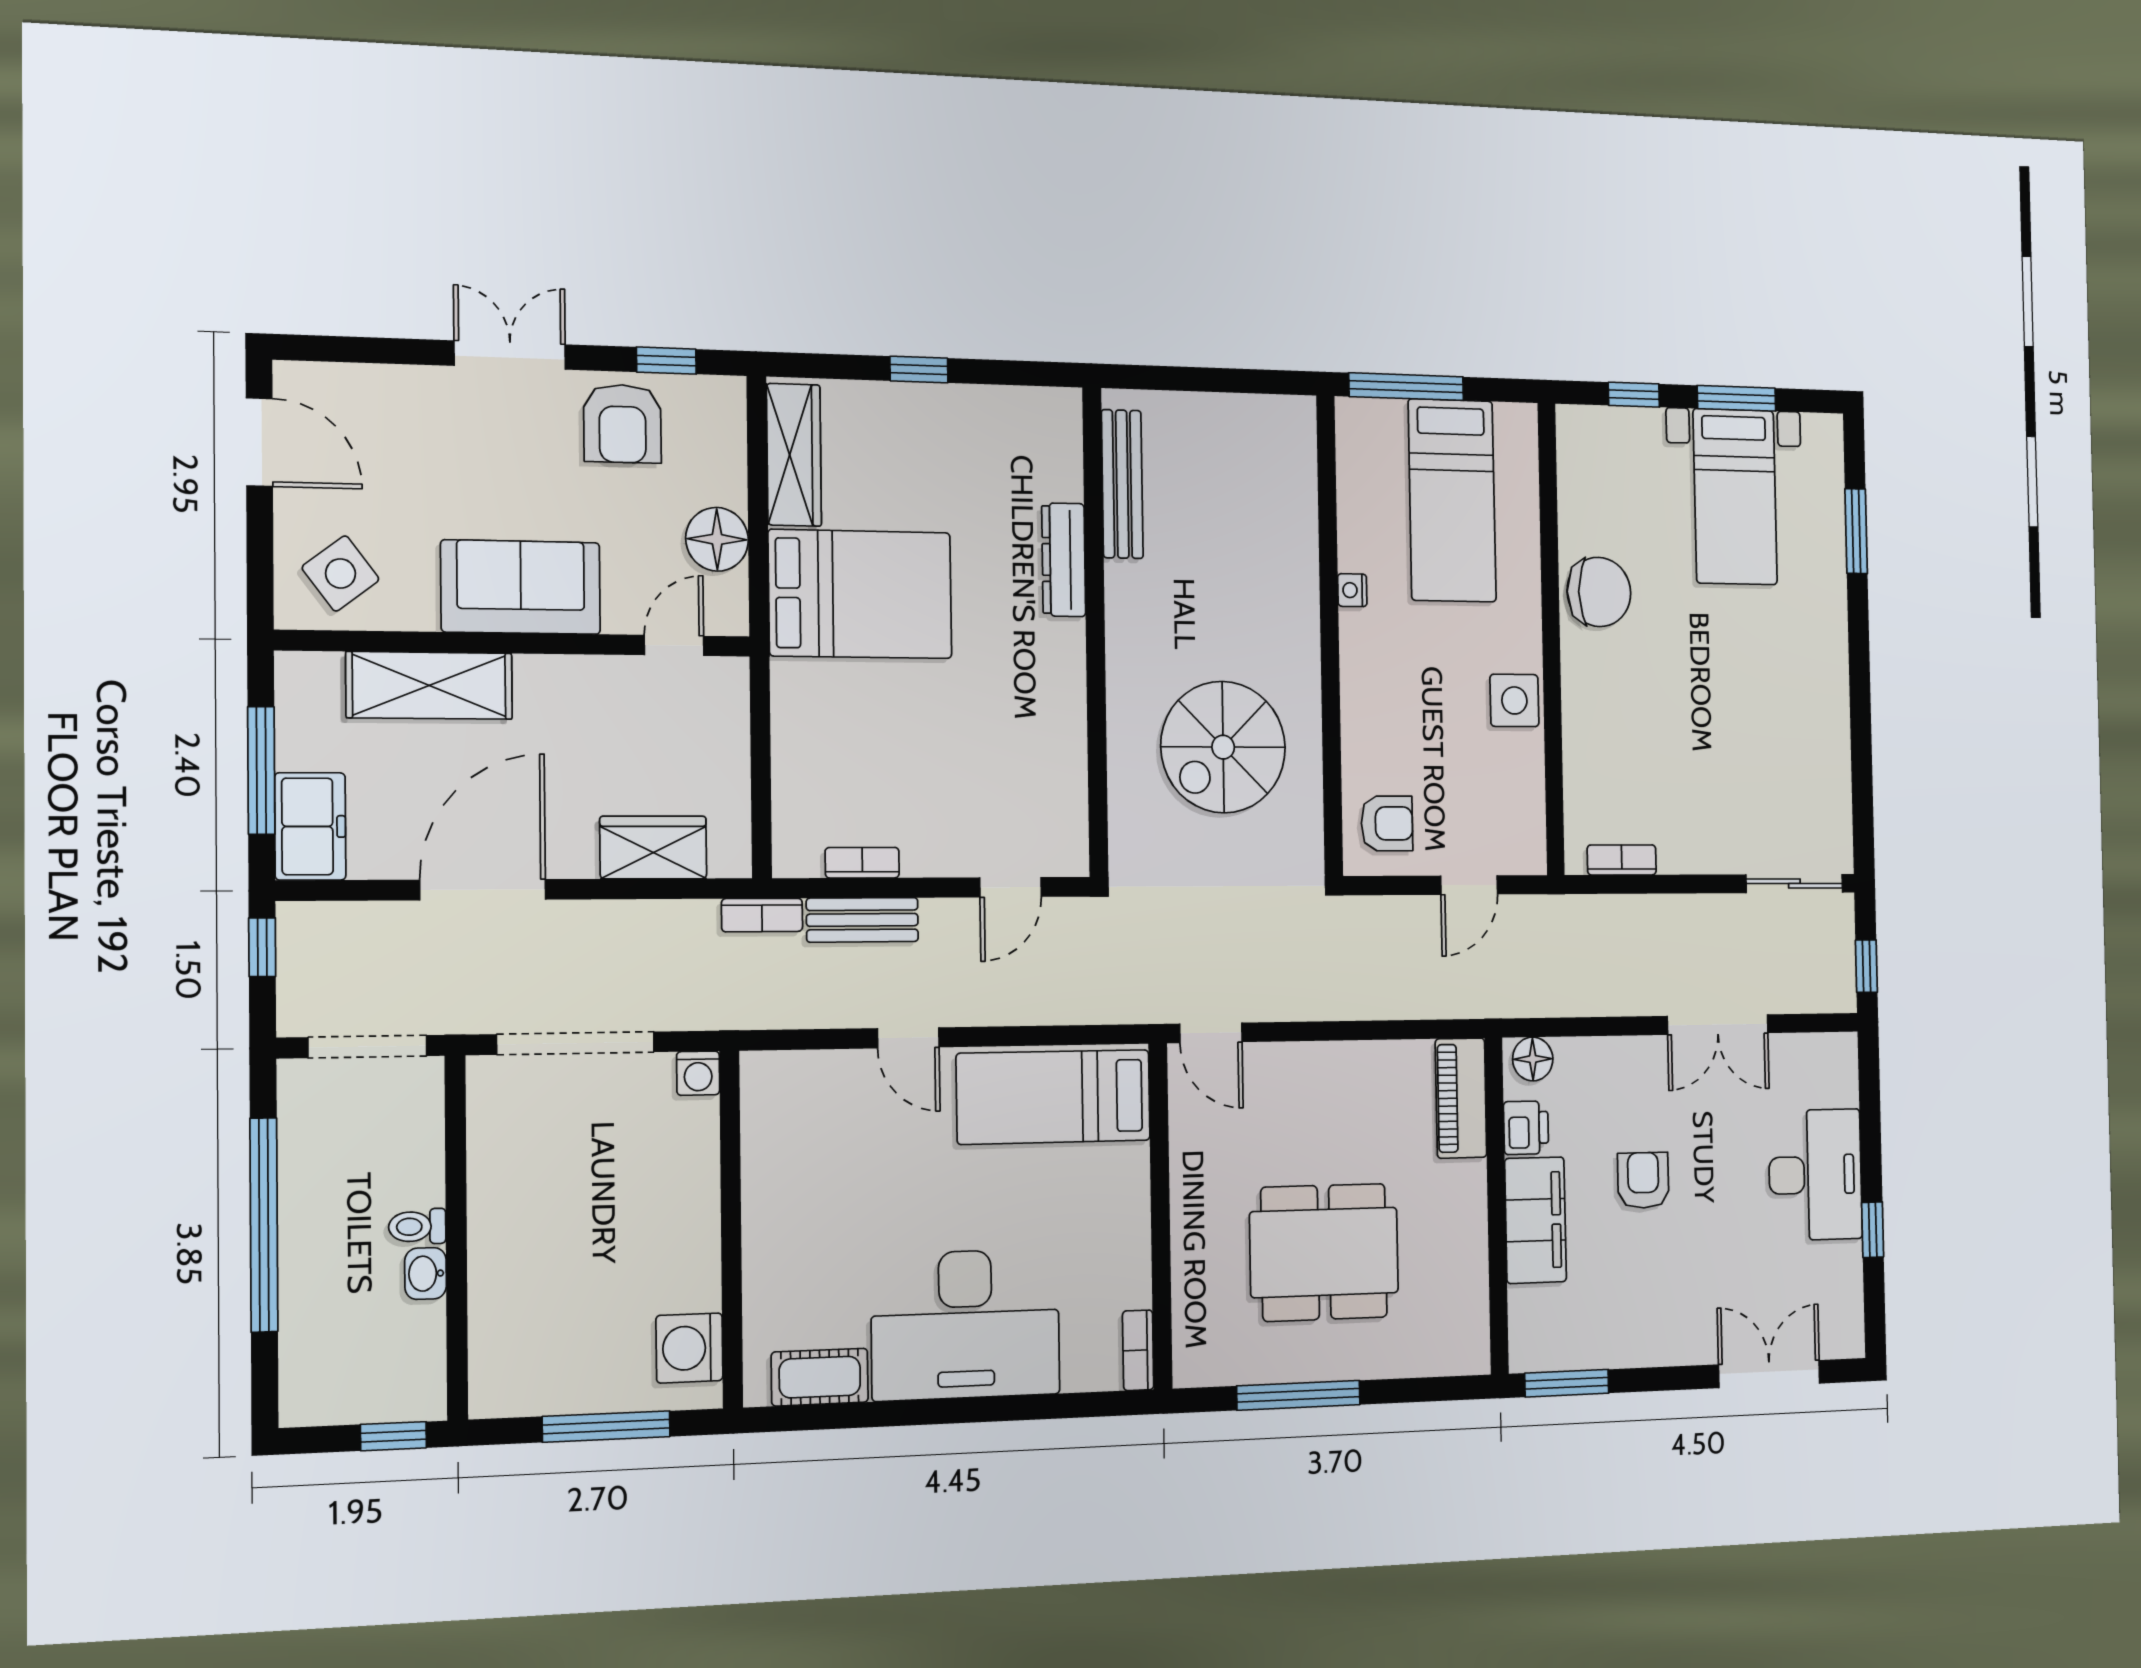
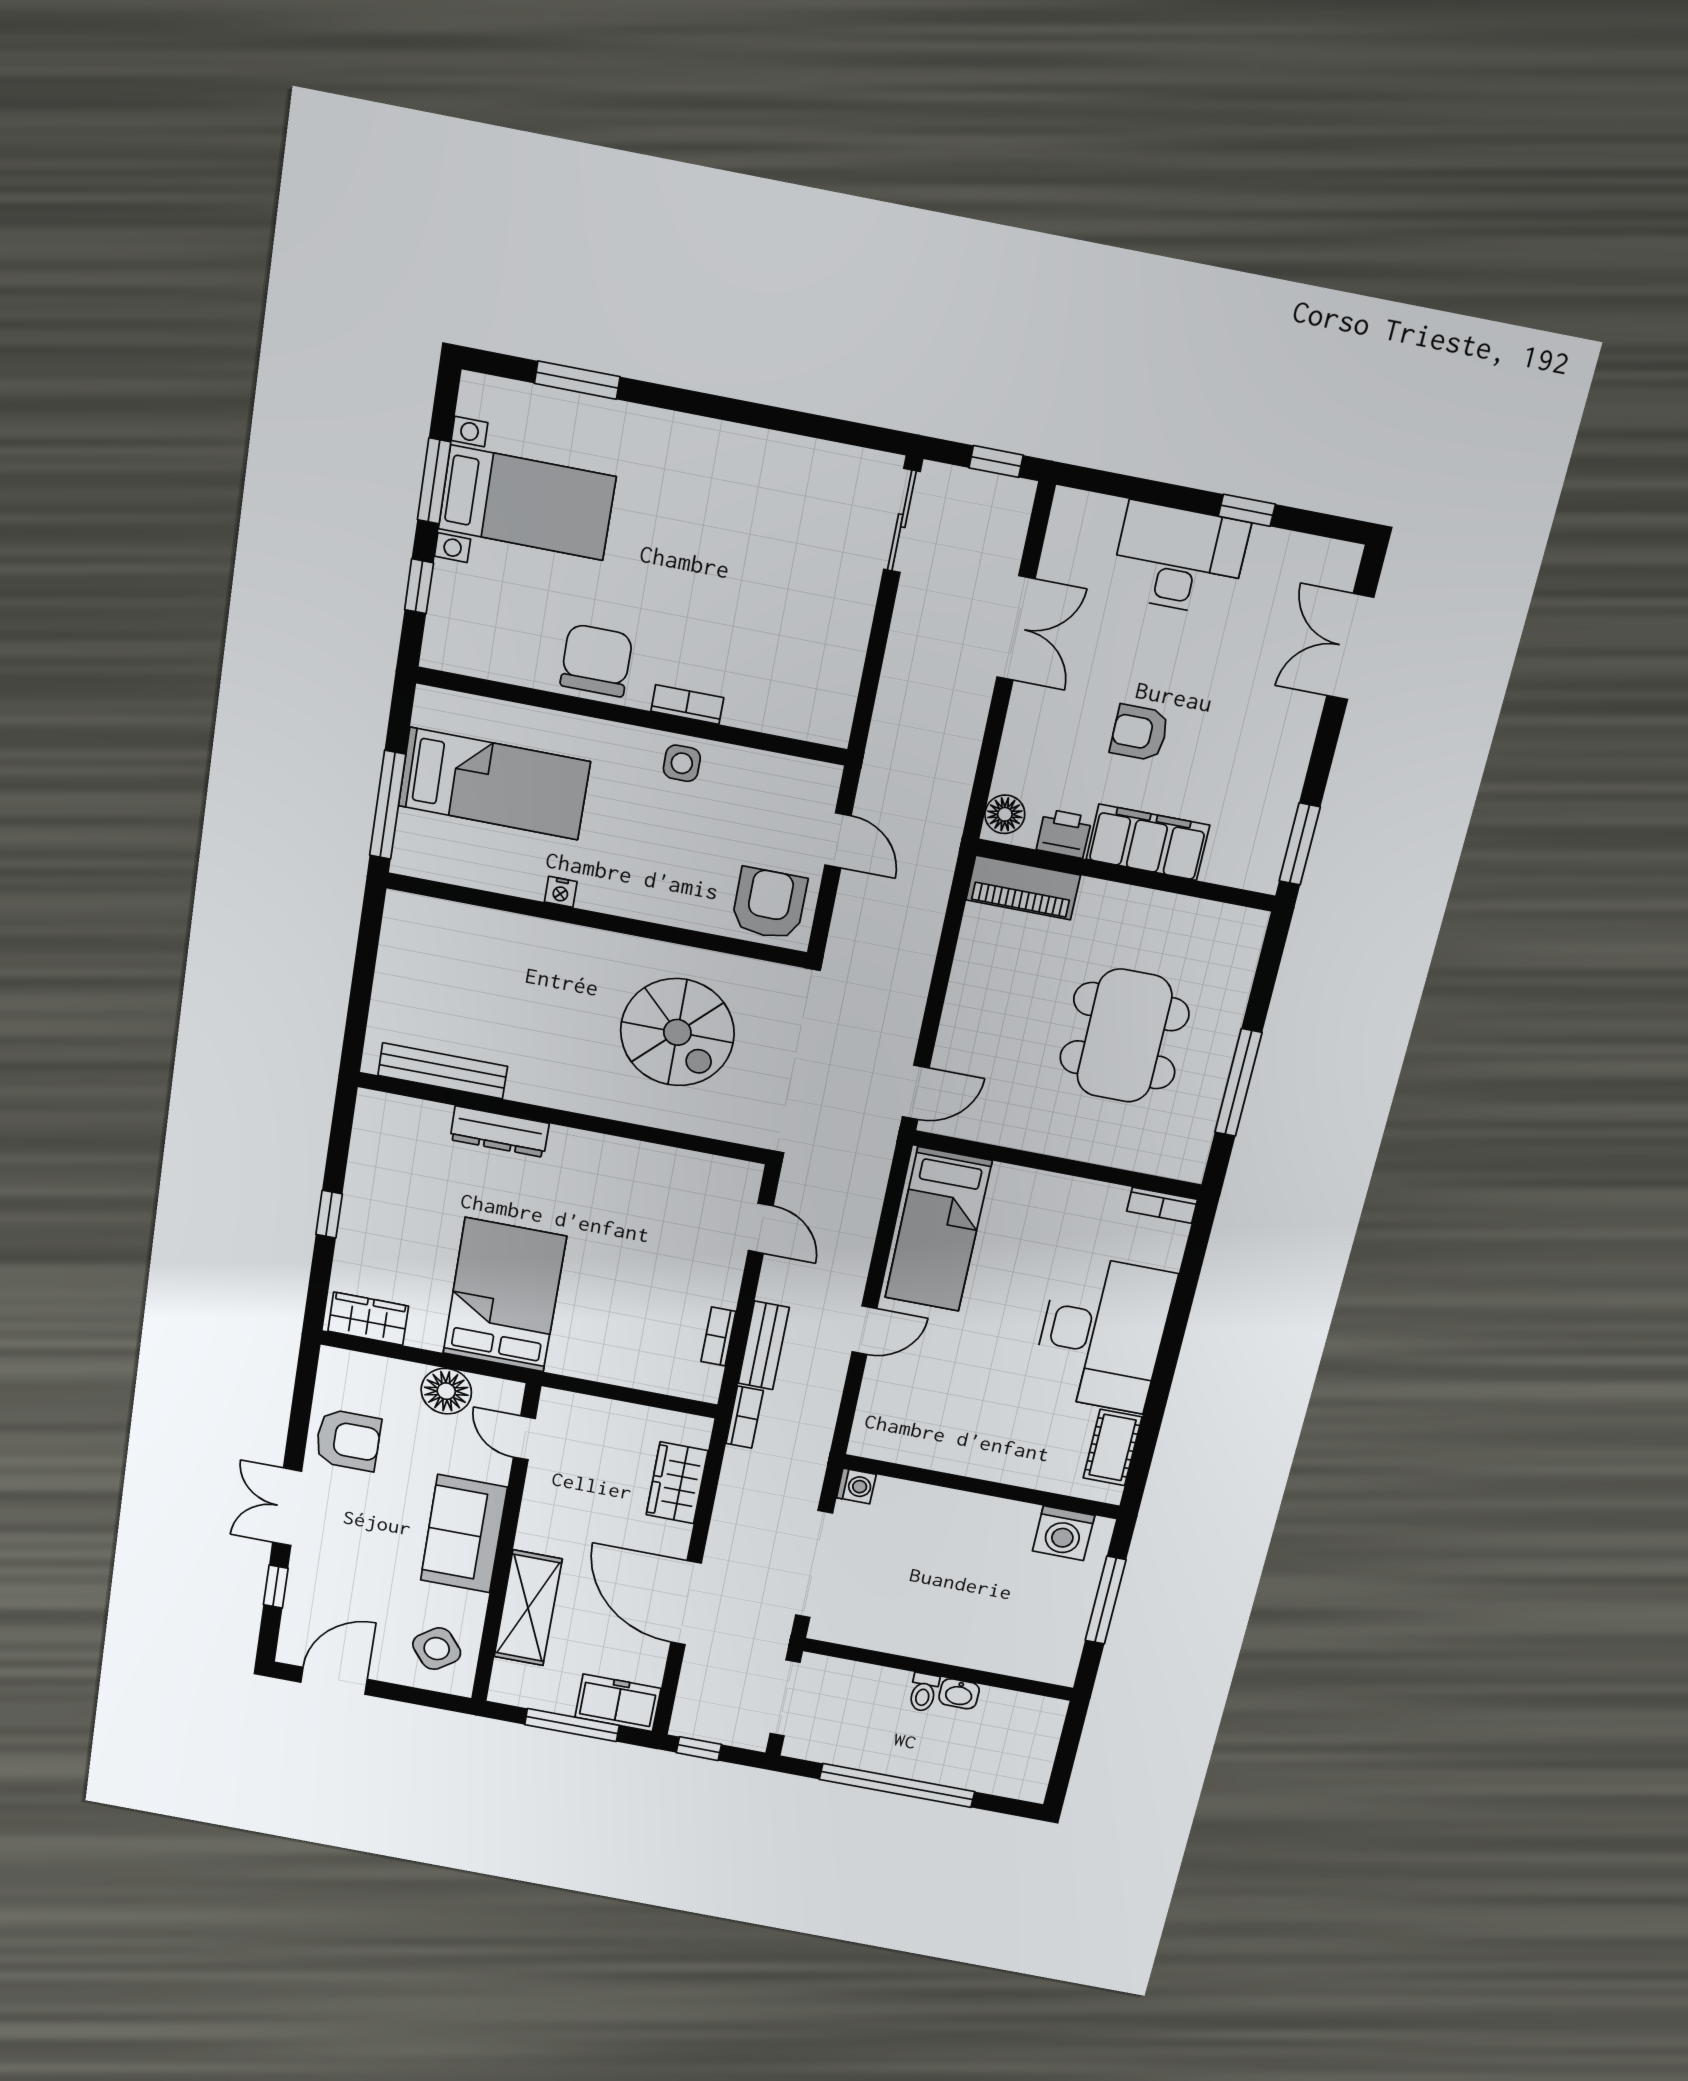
window: (666, 361) -> (276, 1587), moved
wardrobe: (794, 455) -> (368, 1319), width x0.67
side table: (1514, 700) -> (682, 763), width x0.73, depth x0.73
armchair: (1387, 823) -> (769, 904), width x1.38, depth x1.38
bookcase: (1622, 860) -> (687, 704), moved, turned 90
window: (393, 1436) -> (1071, 1736), removed

